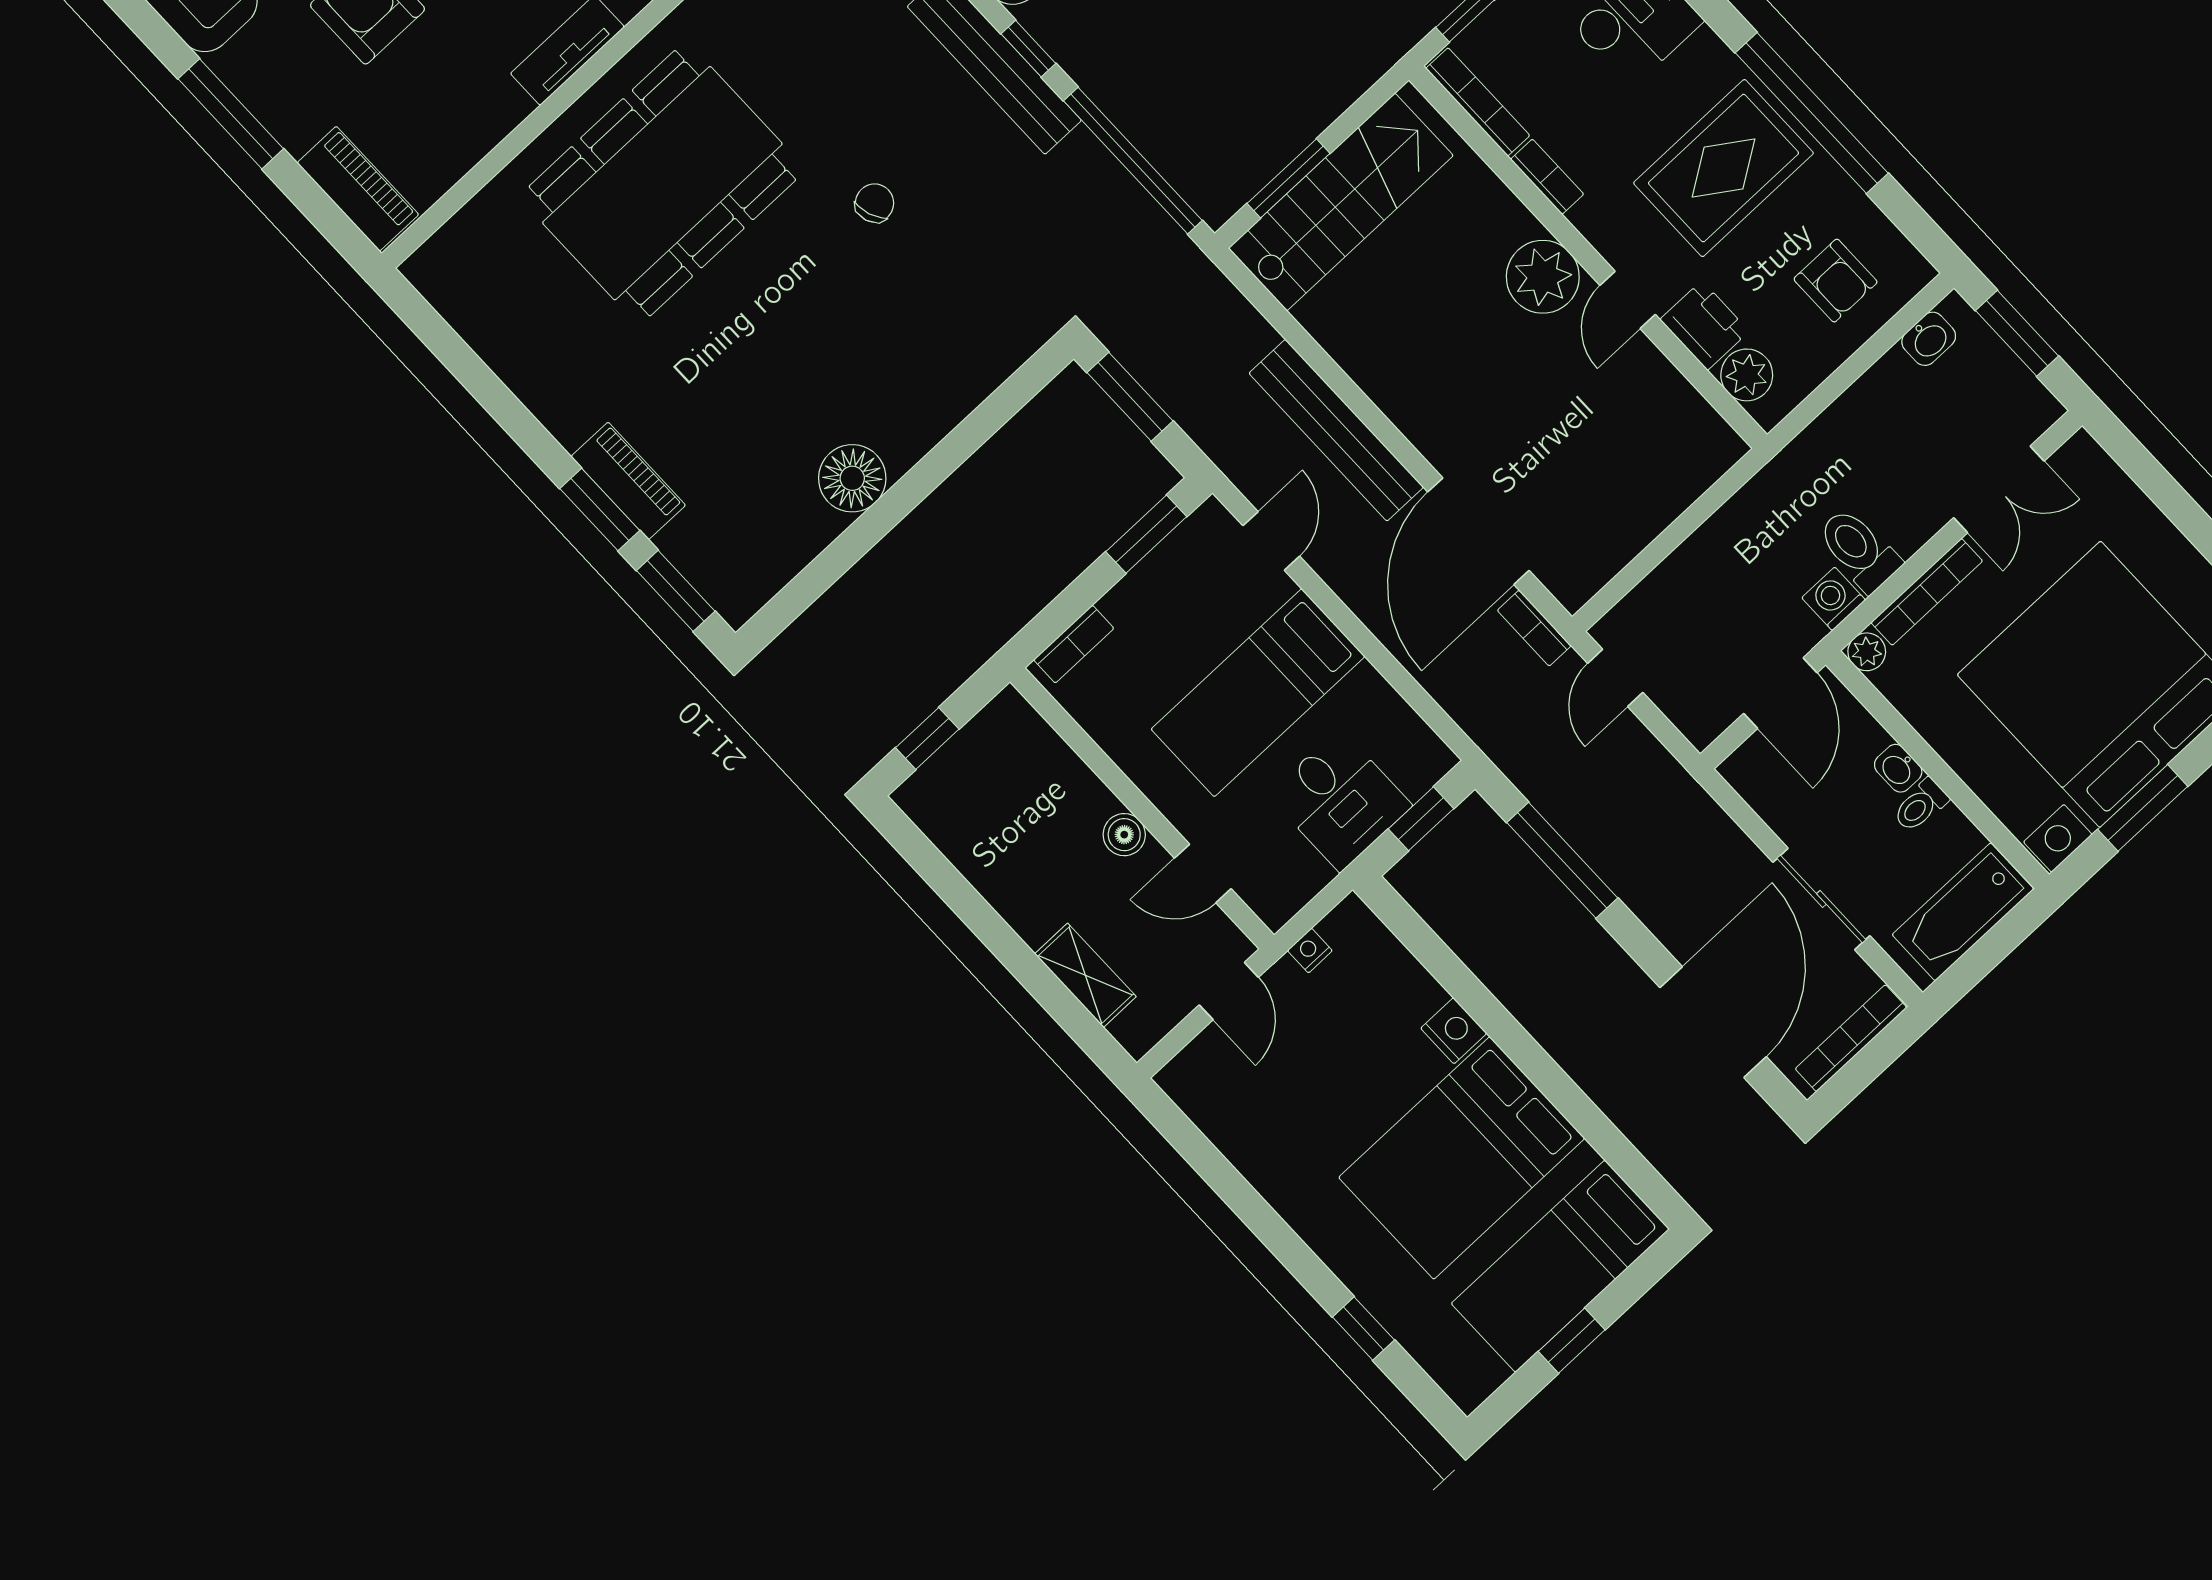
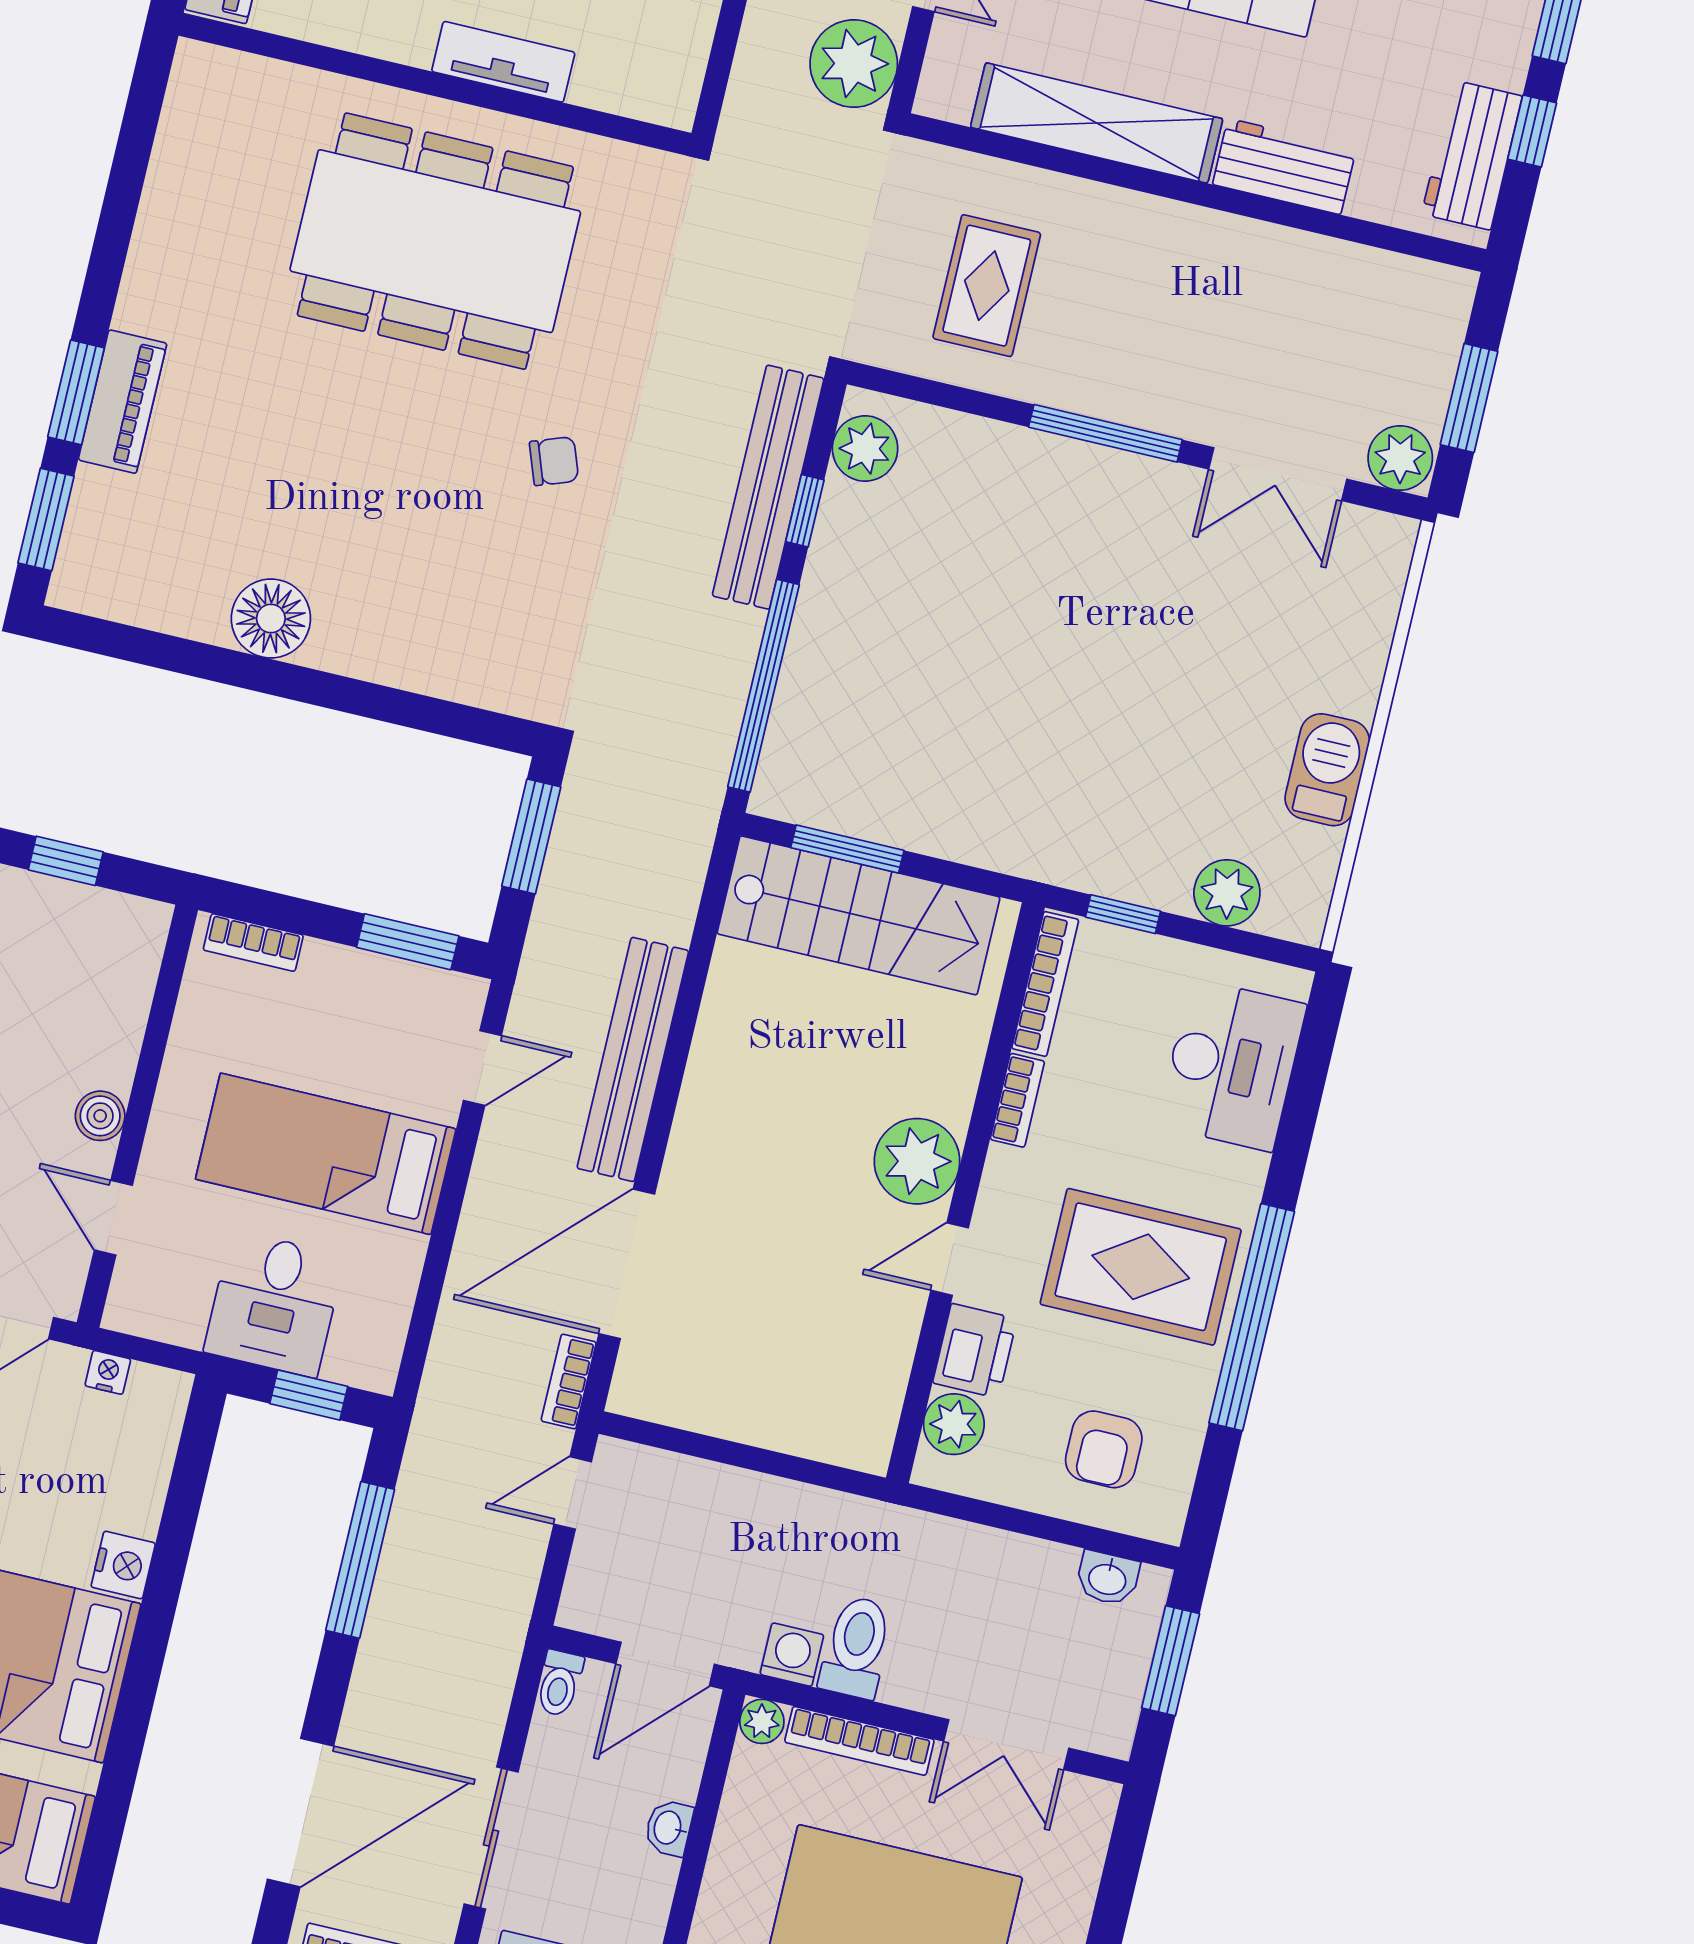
toilet: (1921, 805) -> (559, 1683), moved, turned -90

